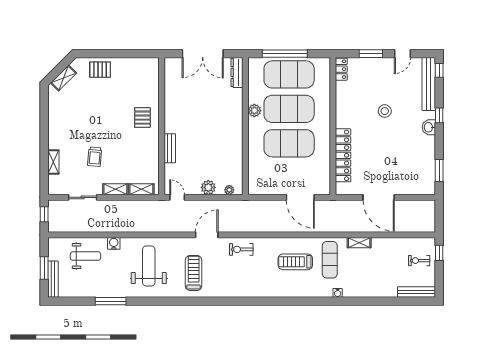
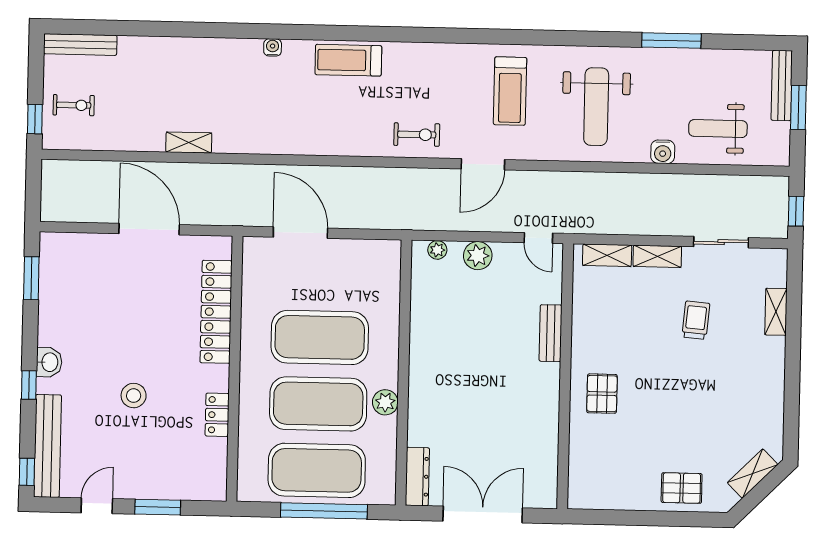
locker: (341, 69) -> (217, 415), moved
exercise mat: (330, 260) -> (246, 111), removed
treadmill: (295, 262) -> (348, 60), moved, turned 180
water cooler: (338, 293) -> (273, 47), moved

